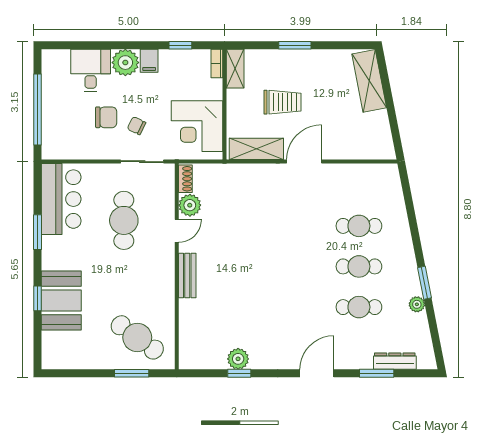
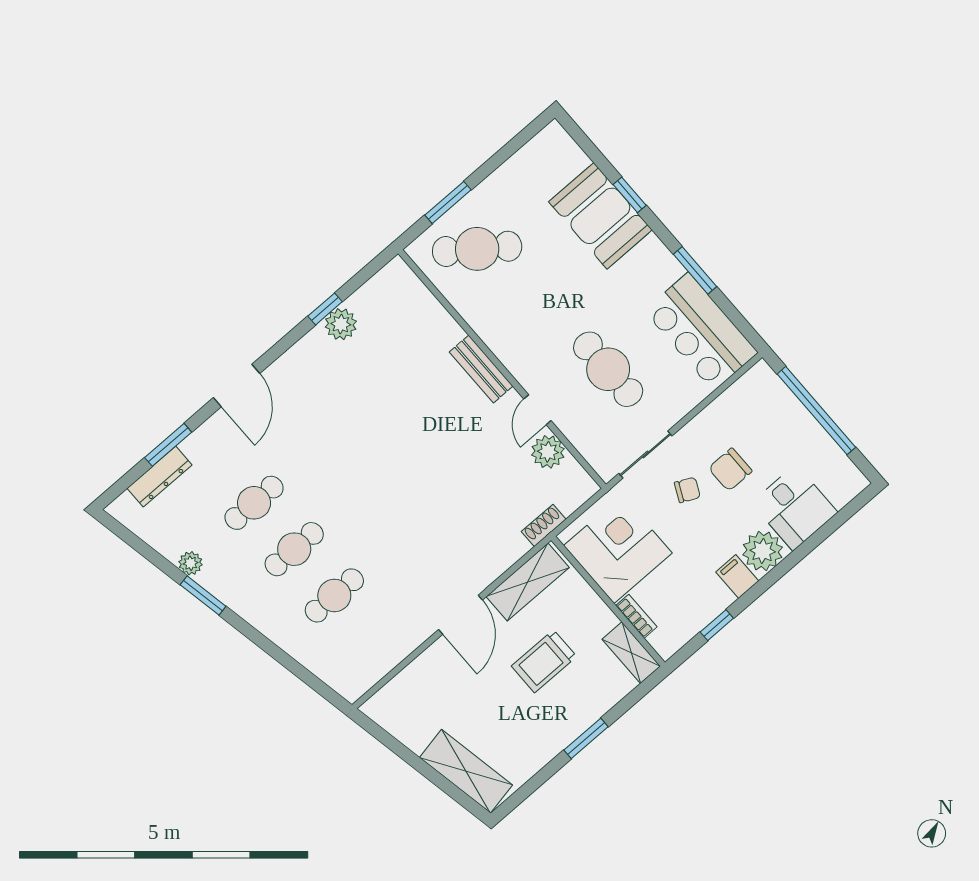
bookcase: (217, 63) -> (636, 616), moved
shoe rack: (185, 179) -> (544, 525), moved, turned 90

